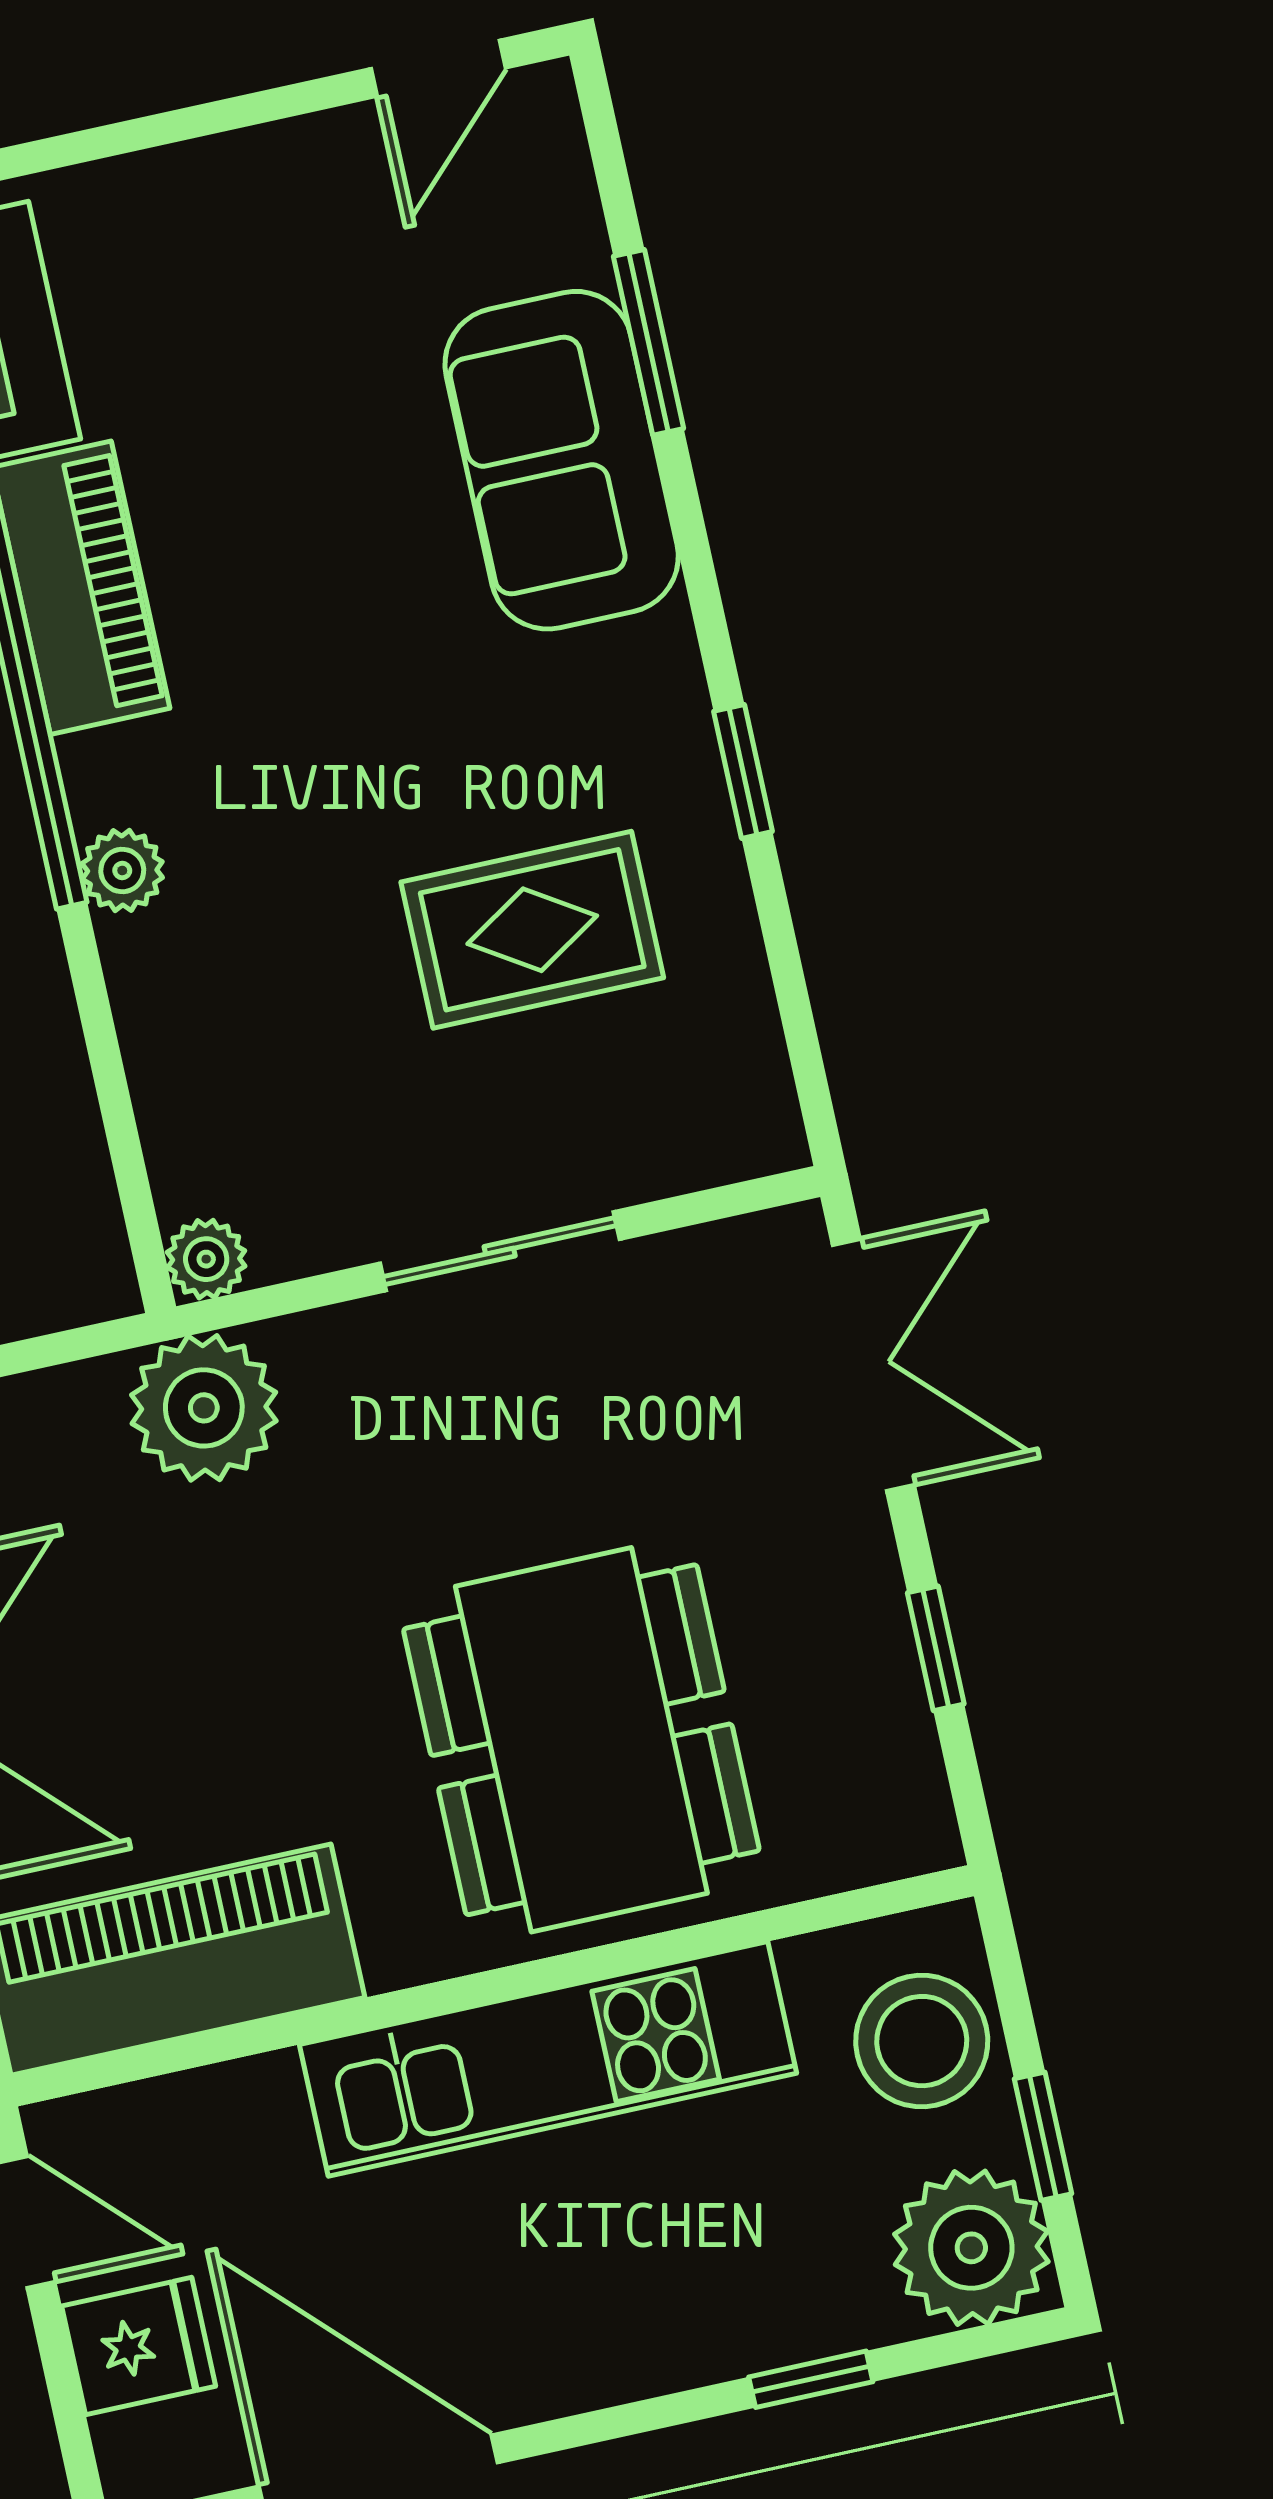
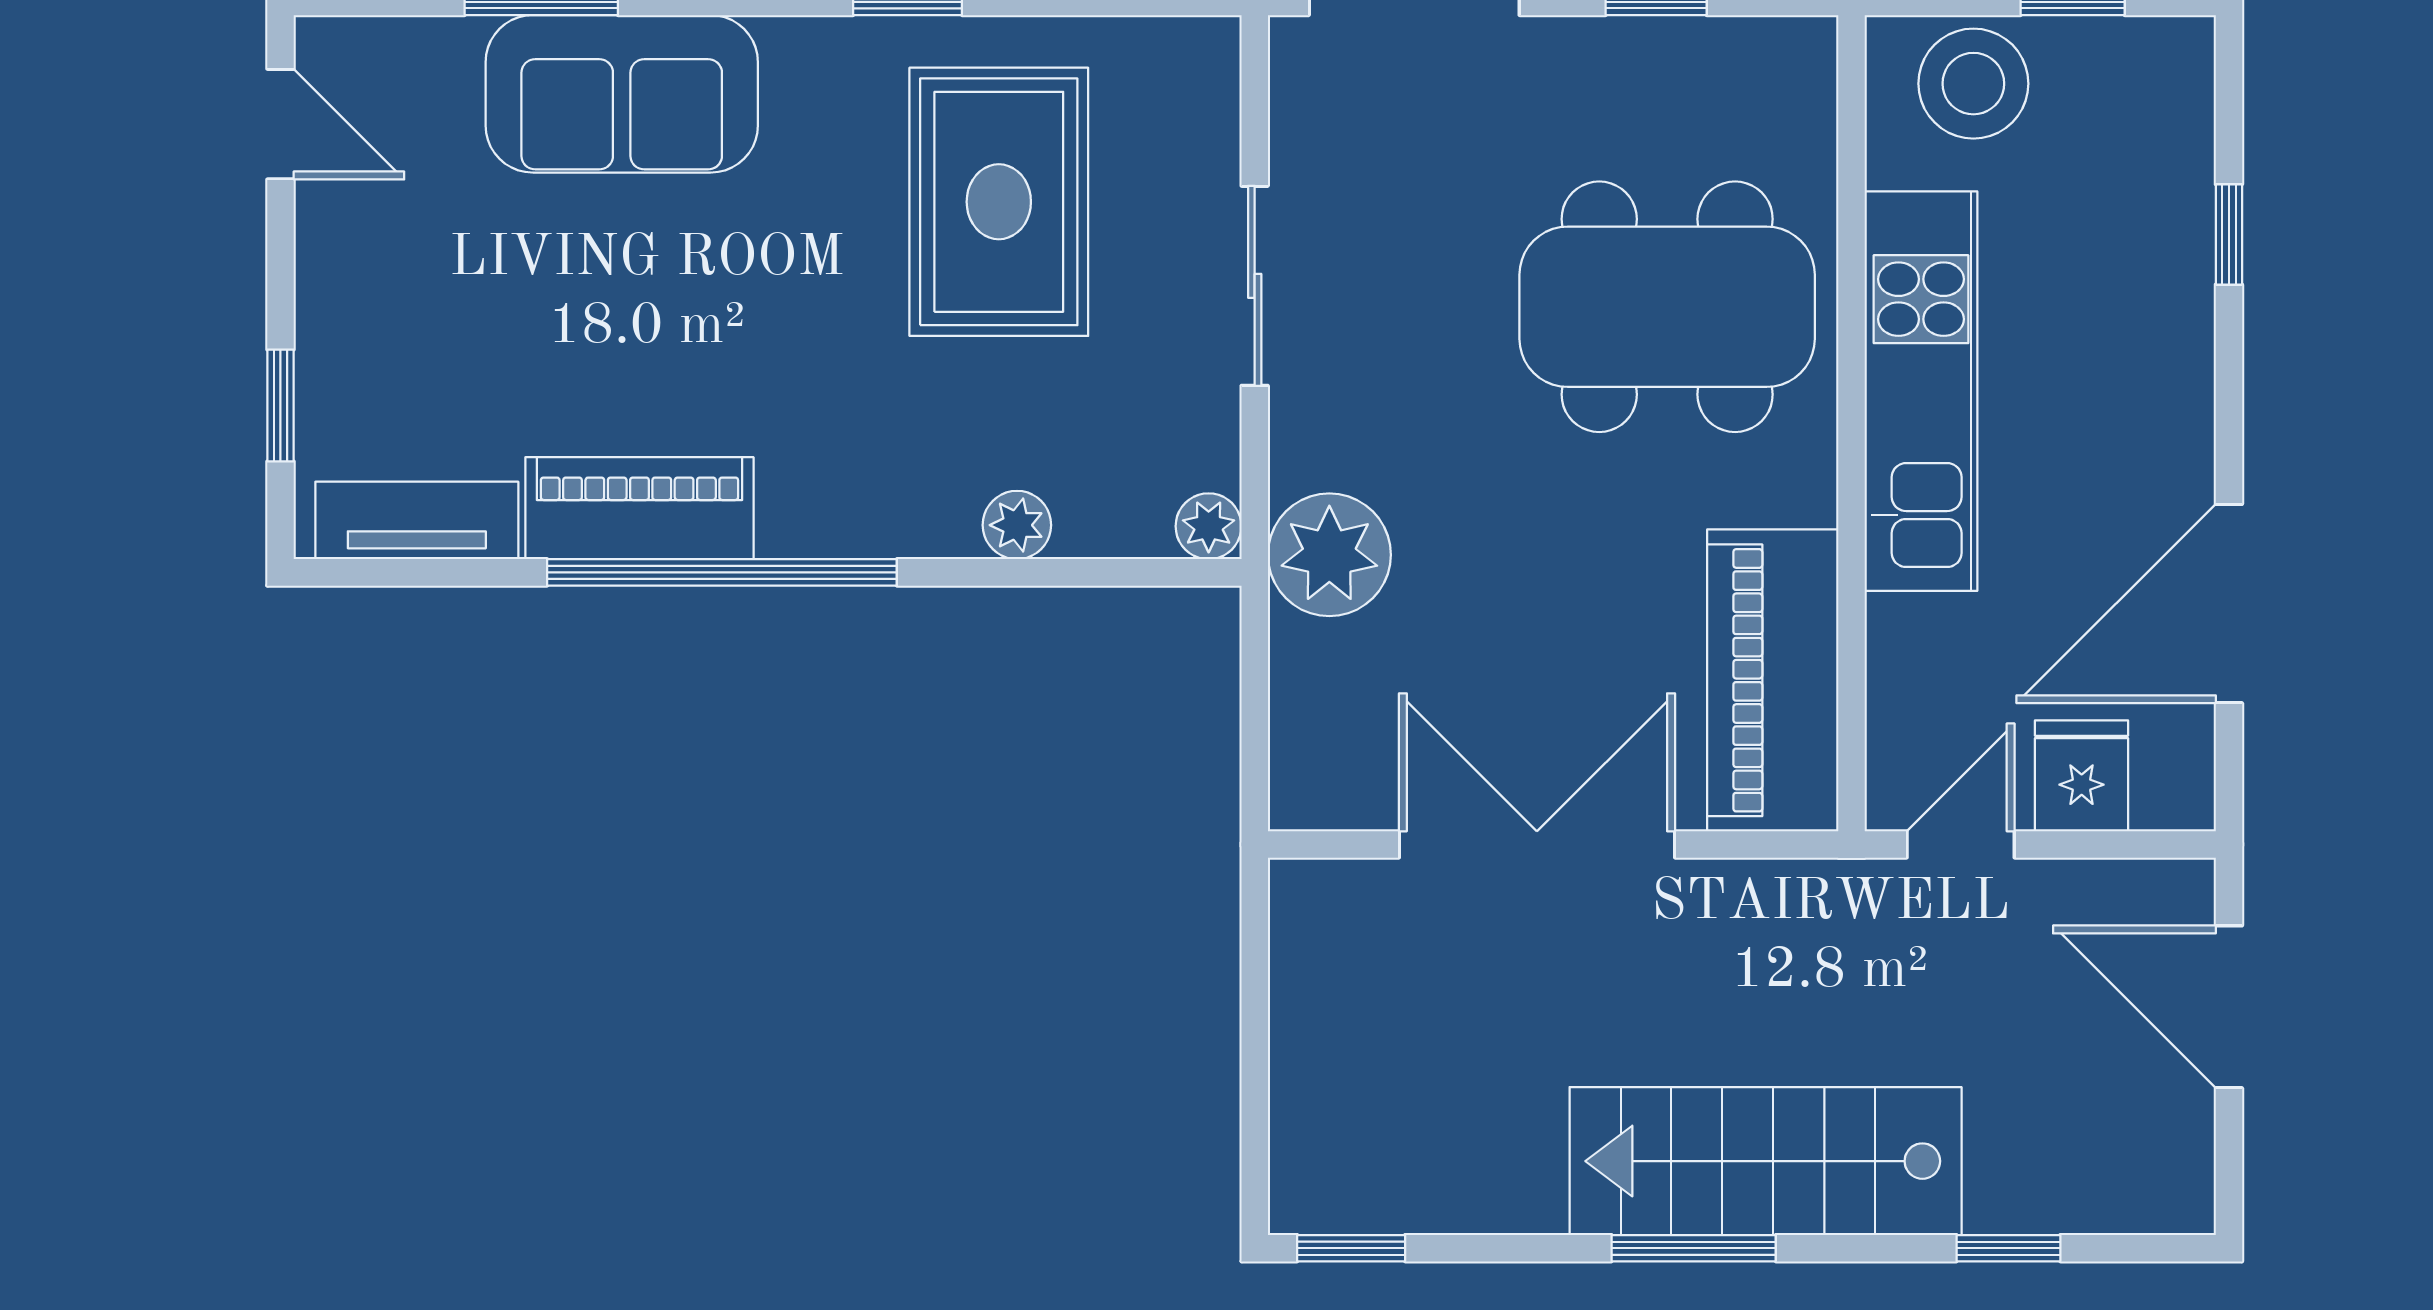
window: (109, 141) -> (280, 405), added
plant: (122, 871) -> (1017, 525), moved
rug: (532, 930) -> (999, 202), width x1.36, depth x1.43
plant: (971, 2248) -> (2151, 80), removed

